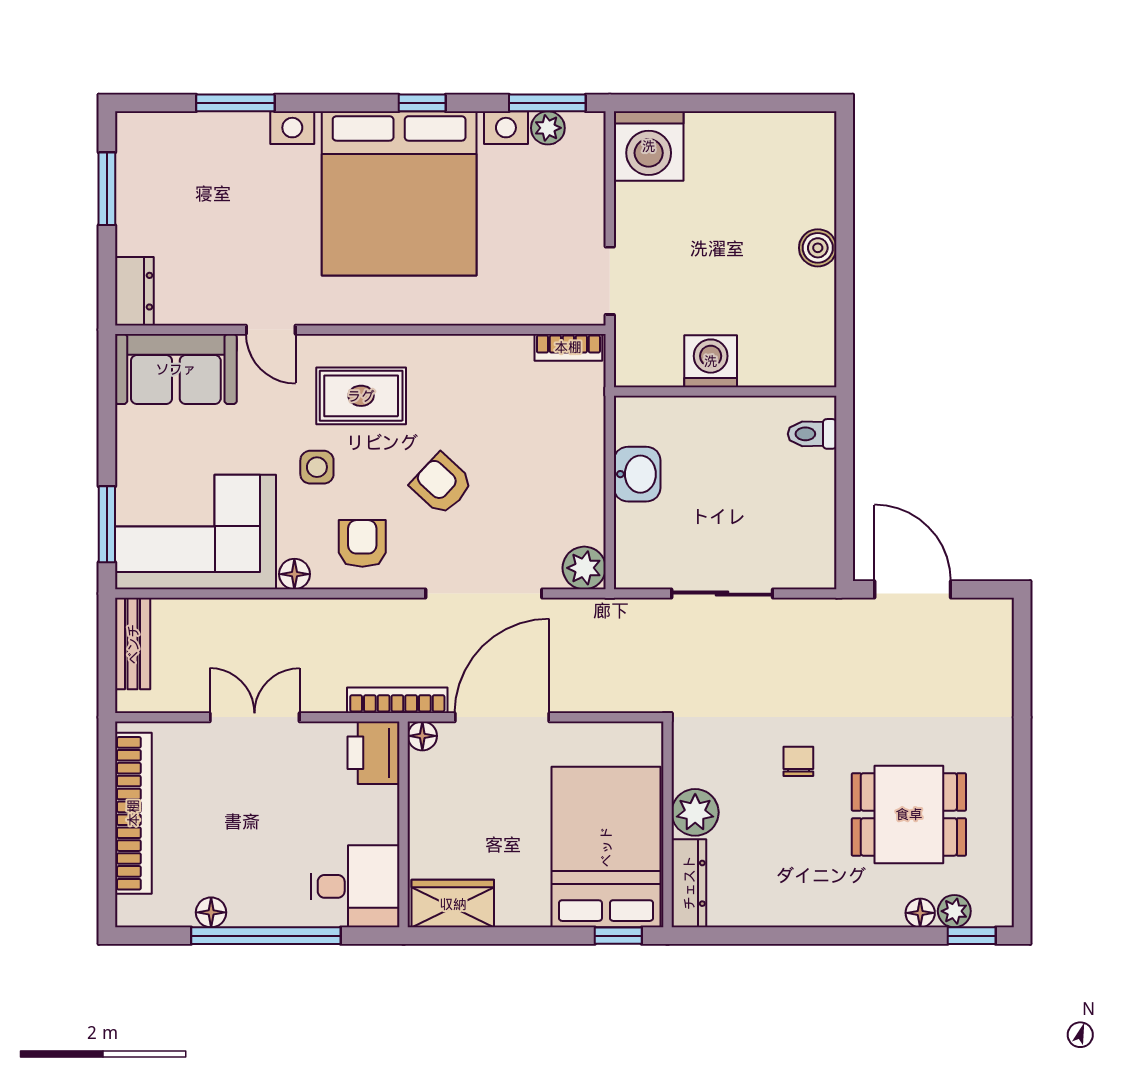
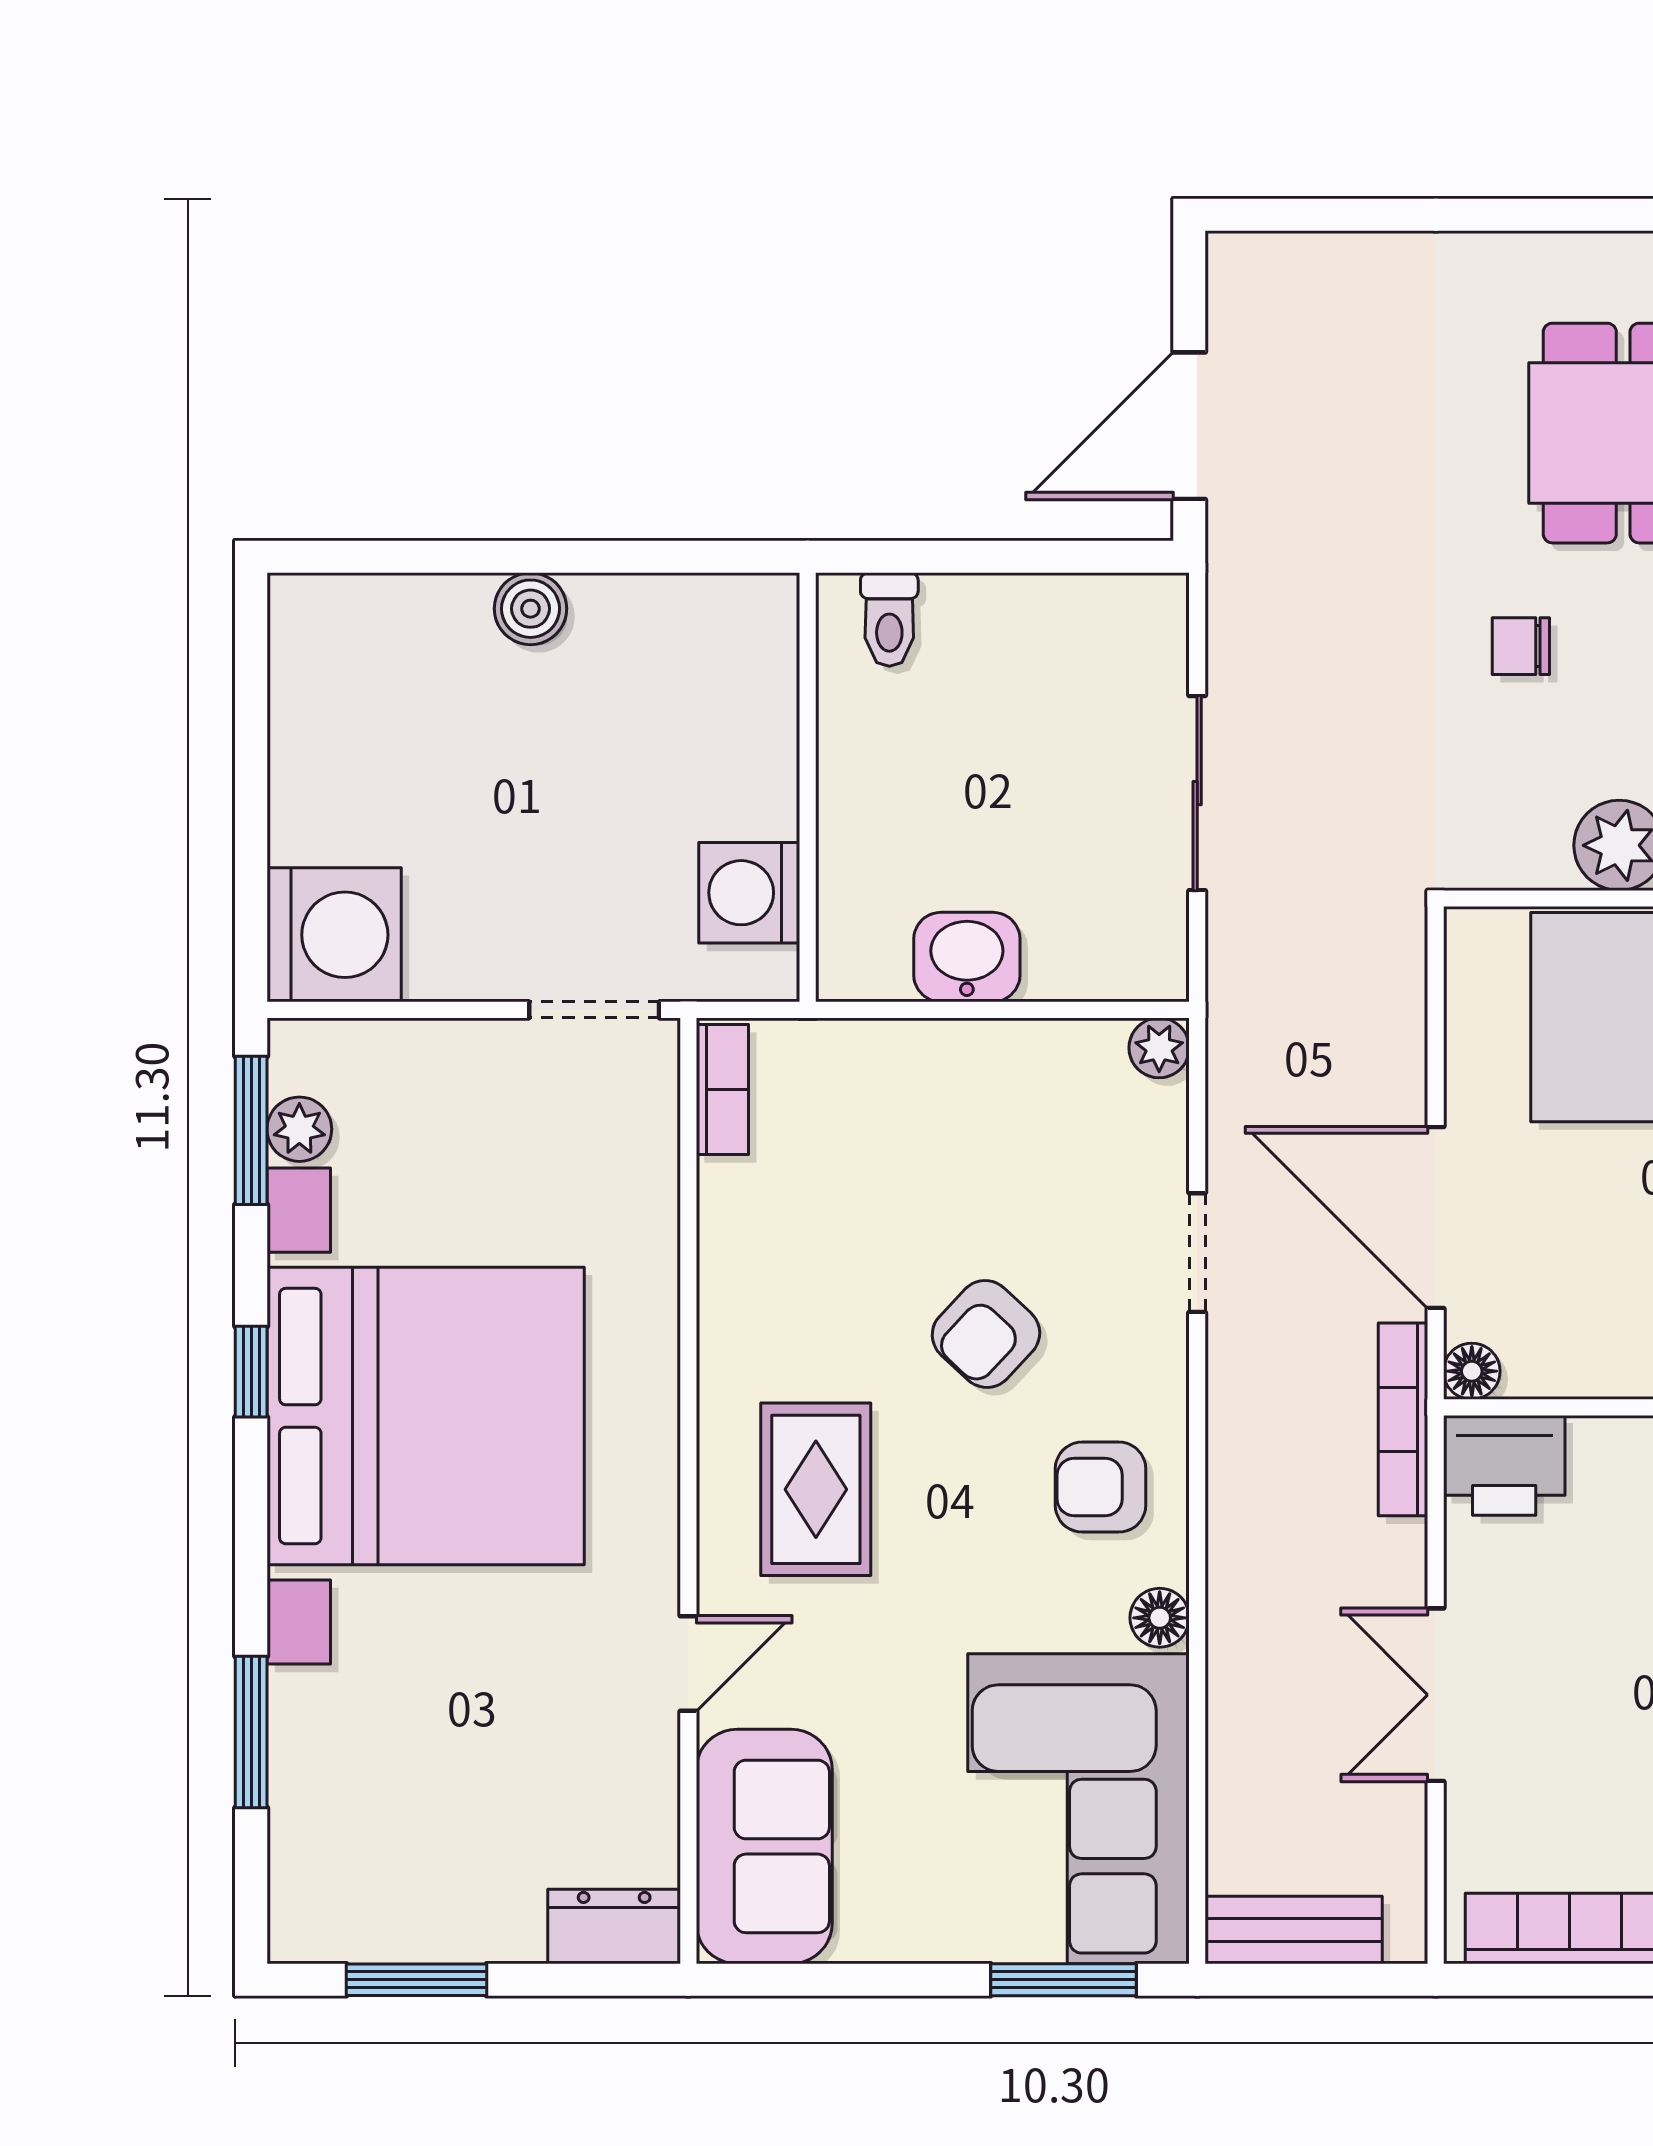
washing machine: (711, 361) -> (749, 893), moved
side table: (317, 467) -> (954, 1574), removed
plant: (584, 568) -> (1159, 1048), width x0.73, depth x0.73
doorway: (484, 594) -> (1197, 1253), width x0.53

